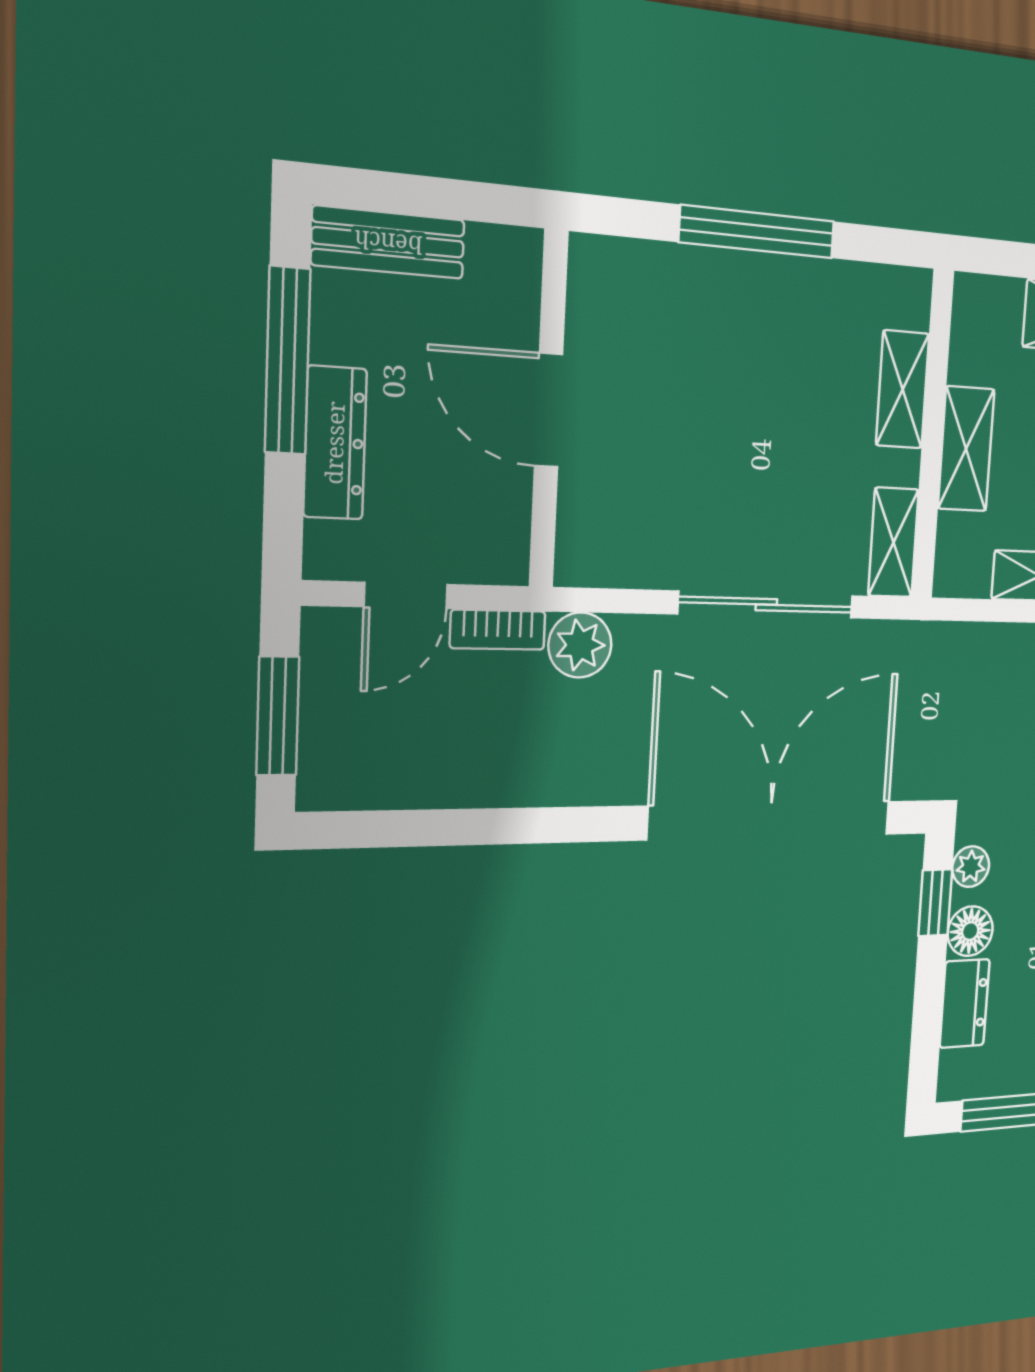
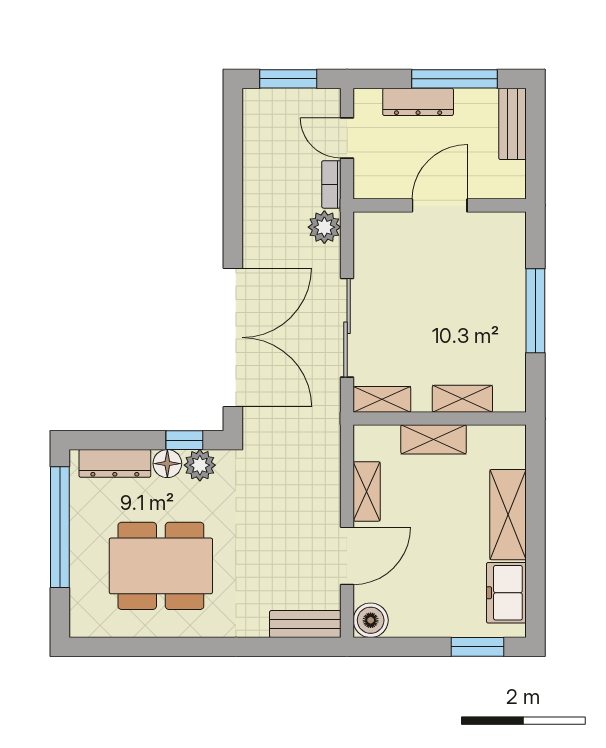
plant: (971, 867) -> (200, 465), width x1.38, depth x1.38
dresser: (965, 1003) -> (115, 463), width x1.44

